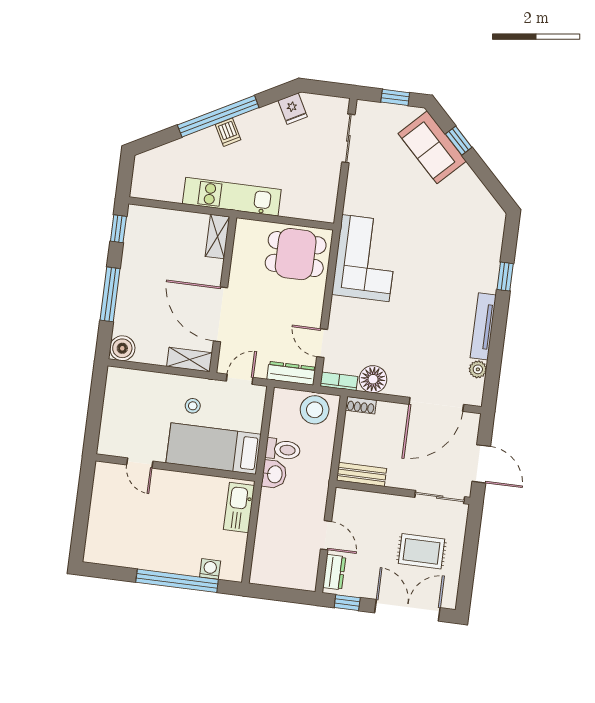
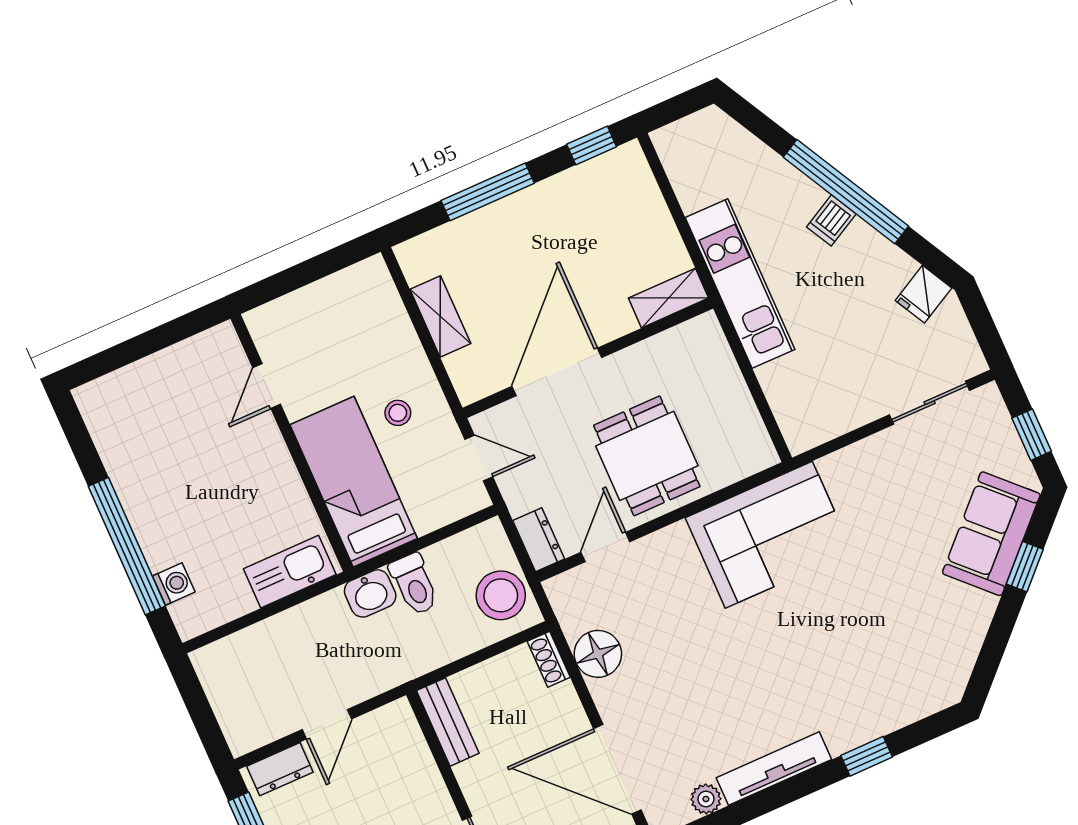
dining table: (296, 254) -> (647, 456), moved
boiler: (122, 348) -> (419, 258), removed
shelving: (189, 360) -> (440, 316), moved
dresser: (291, 373) -> (539, 540), width x0.70
bookcase: (339, 381) -> (564, 606), removed

